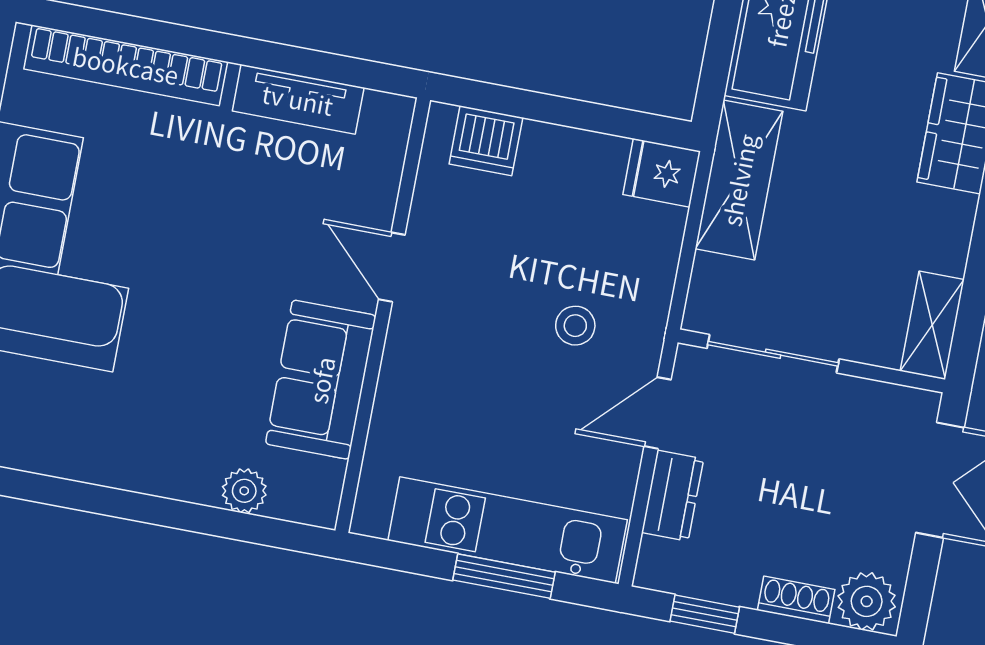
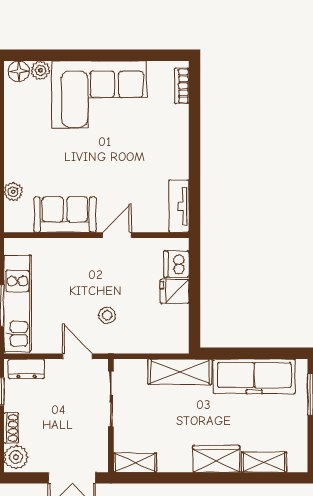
bookcase: (126, 65) -> (182, 86), width x0.43, depth x0.76
tv unit: (298, 99) -> (179, 206), moved
fridge: (662, 173) -> (175, 291), moved, turned -90
dresser: (673, 496) -> (26, 369), moved

